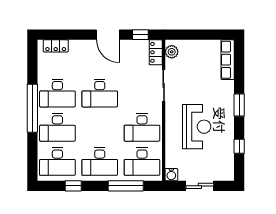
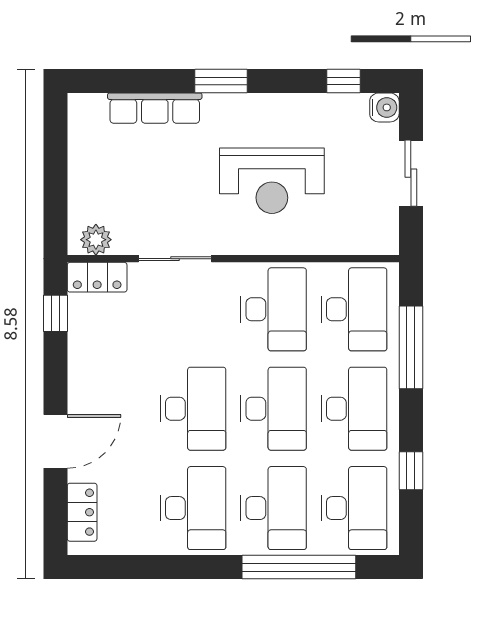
door: (108, 35) -> (56, 441), moved
row of seats: (228, 60) -> (155, 108), moved
window: (32, 108) -> (299, 567), moved
desk: (100, 127) -> (273, 409), added
reception desk: (197, 127) -> (272, 181), turned 180
window: (239, 146) -> (344, 81), moved
water cooler: (171, 175) -> (384, 107), moved

